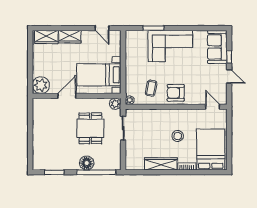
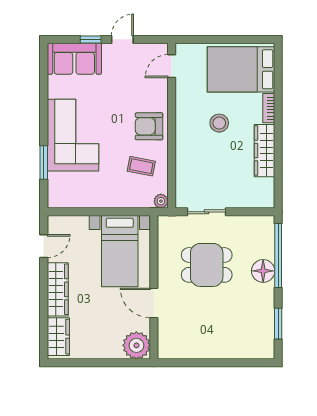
wardrobe: (70, 37) -> (58, 289), width x1.50
armchair: (176, 93) -> (149, 126), turned 90
plant: (115, 104) -> (167, 225), removed

